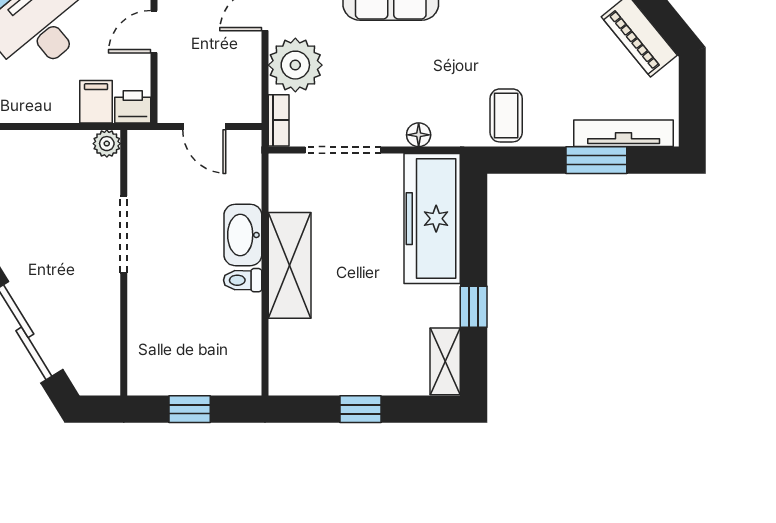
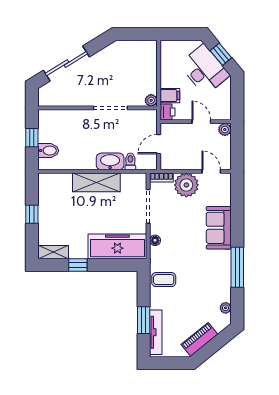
toilet: (243, 280) -> (130, 161), moved
bidet: (219, 373) -> (48, 151), added

